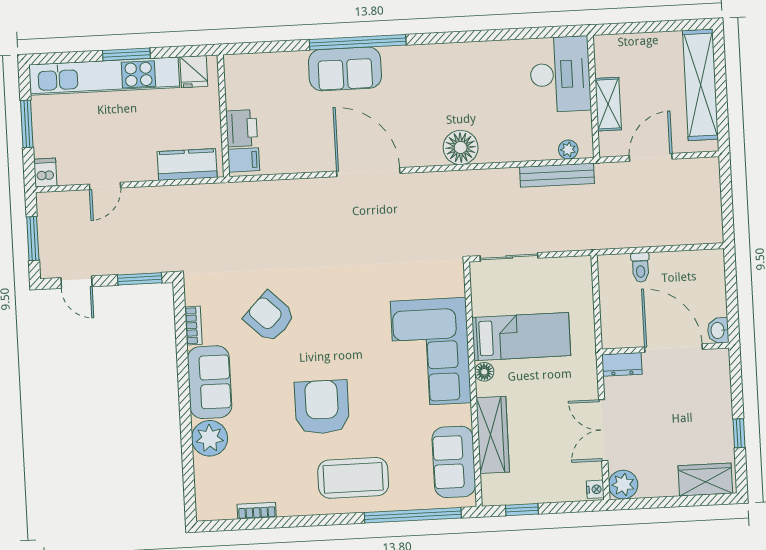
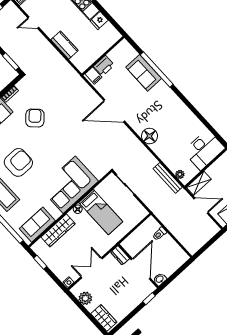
shelving: (608, 104) -> (199, 183), moved
wall: (223, 116) -> (103, 56), moved
printer: (242, 128) -> (104, 66), moved
filing cabinet: (244, 160) -> (93, 76), moved
door: (368, 172) -> (114, 111), swing flipped
window: (739, 433) -> (149, 299), moved
plant: (623, 485) -> (85, 298), moved

